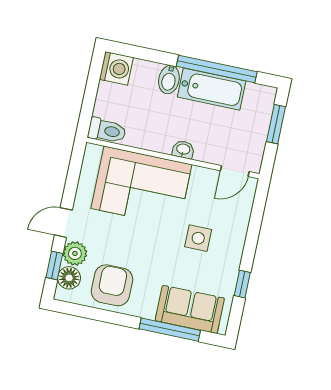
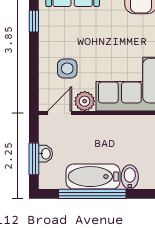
washbasin: (183, 150) -> (45, 154), moved, turned -90
plant: (203, 179) -> (85, 101), added
side table: (198, 238) -> (67, 69), moved

